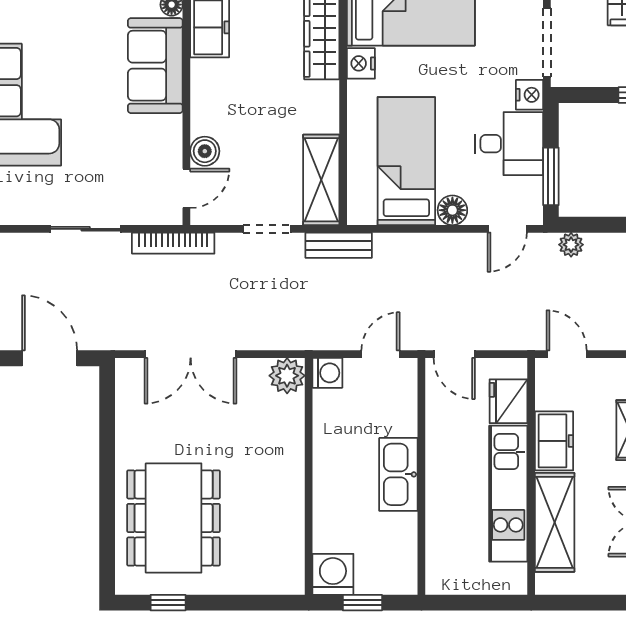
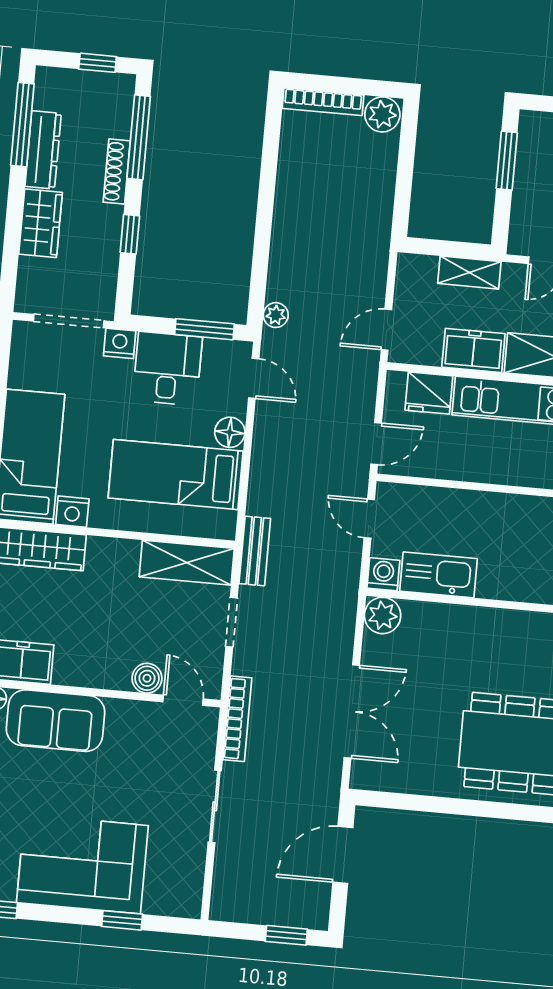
kitchen sink: (398, 474) -> (439, 575), moved, turned 180

